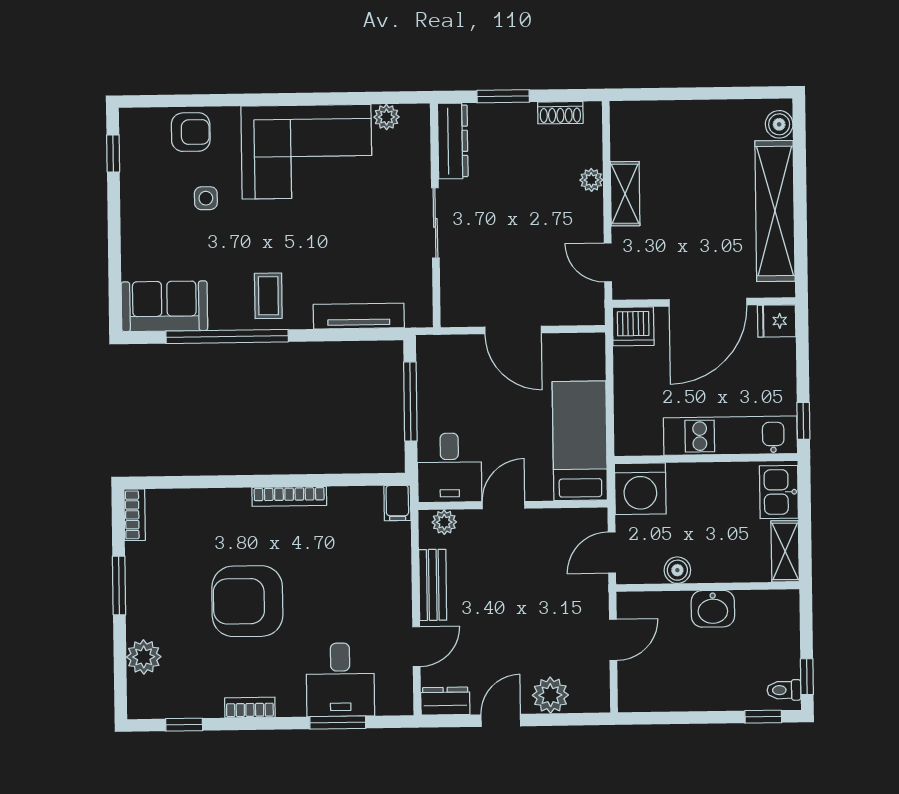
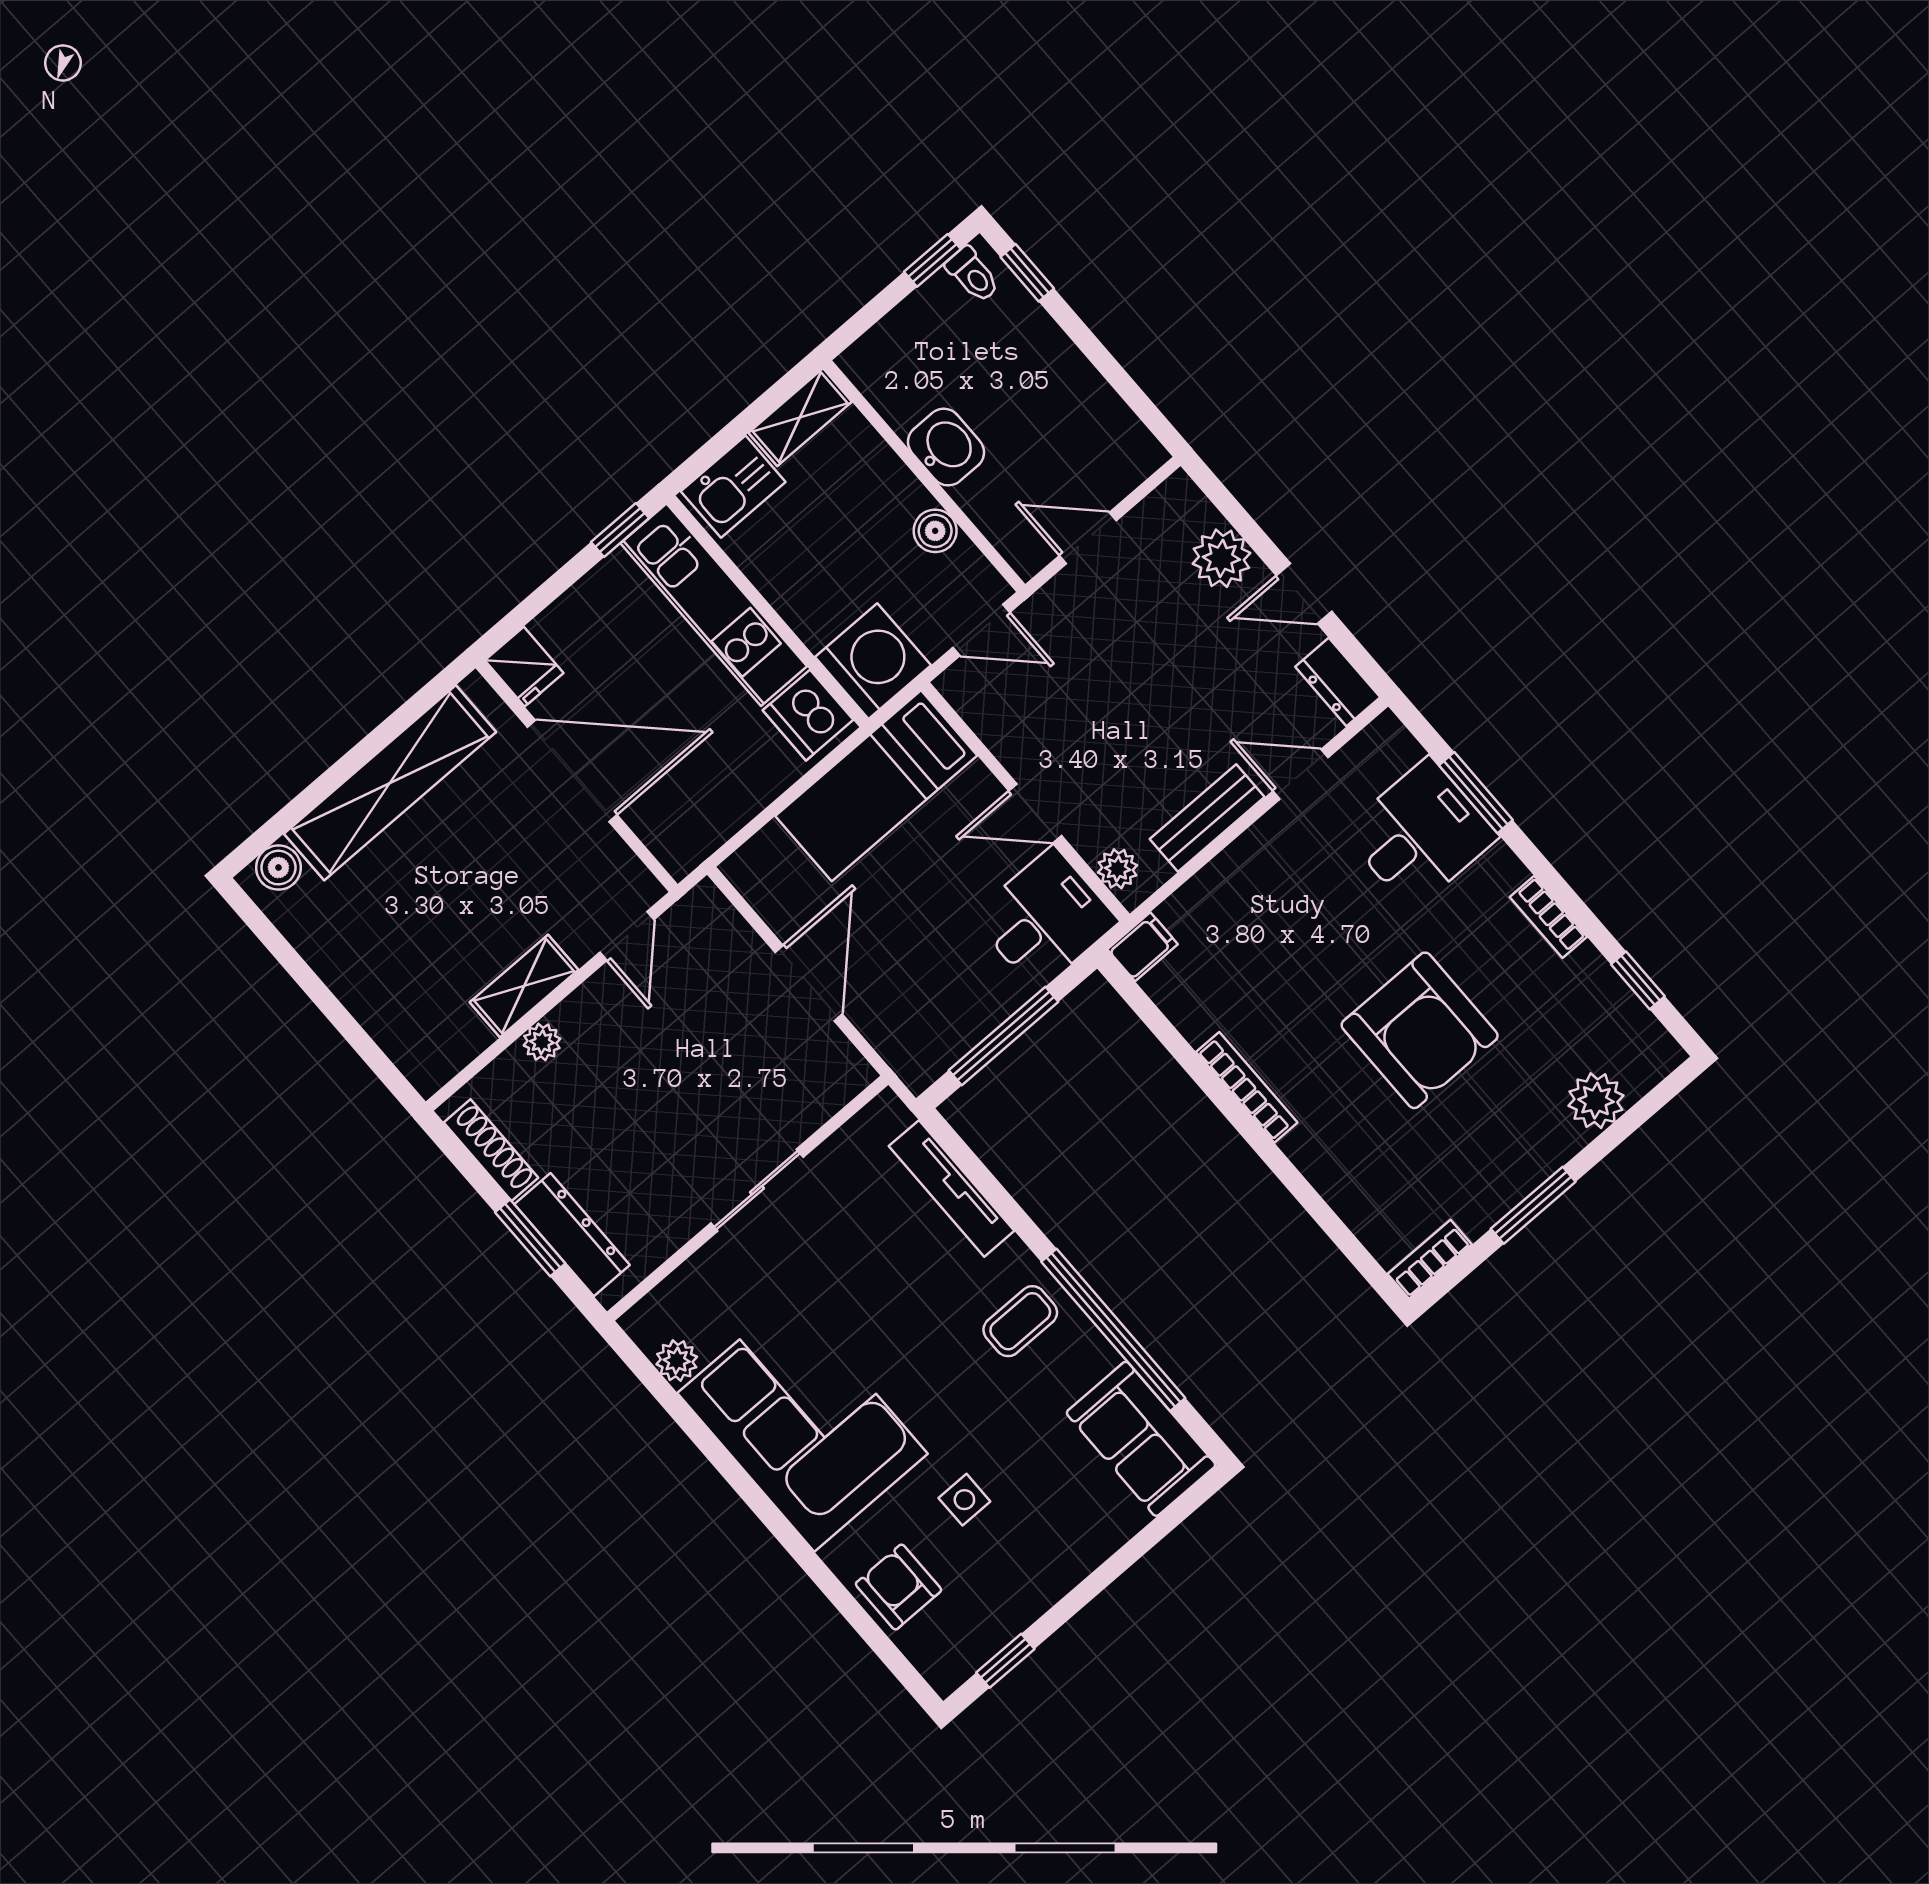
shoe rack: (560, 113) -> (491, 1150), width x1.43
dresser: (453, 141) -> (572, 1235), moved, turned 90
dishwasher: (633, 326) -> (808, 715), moved, turned 180

